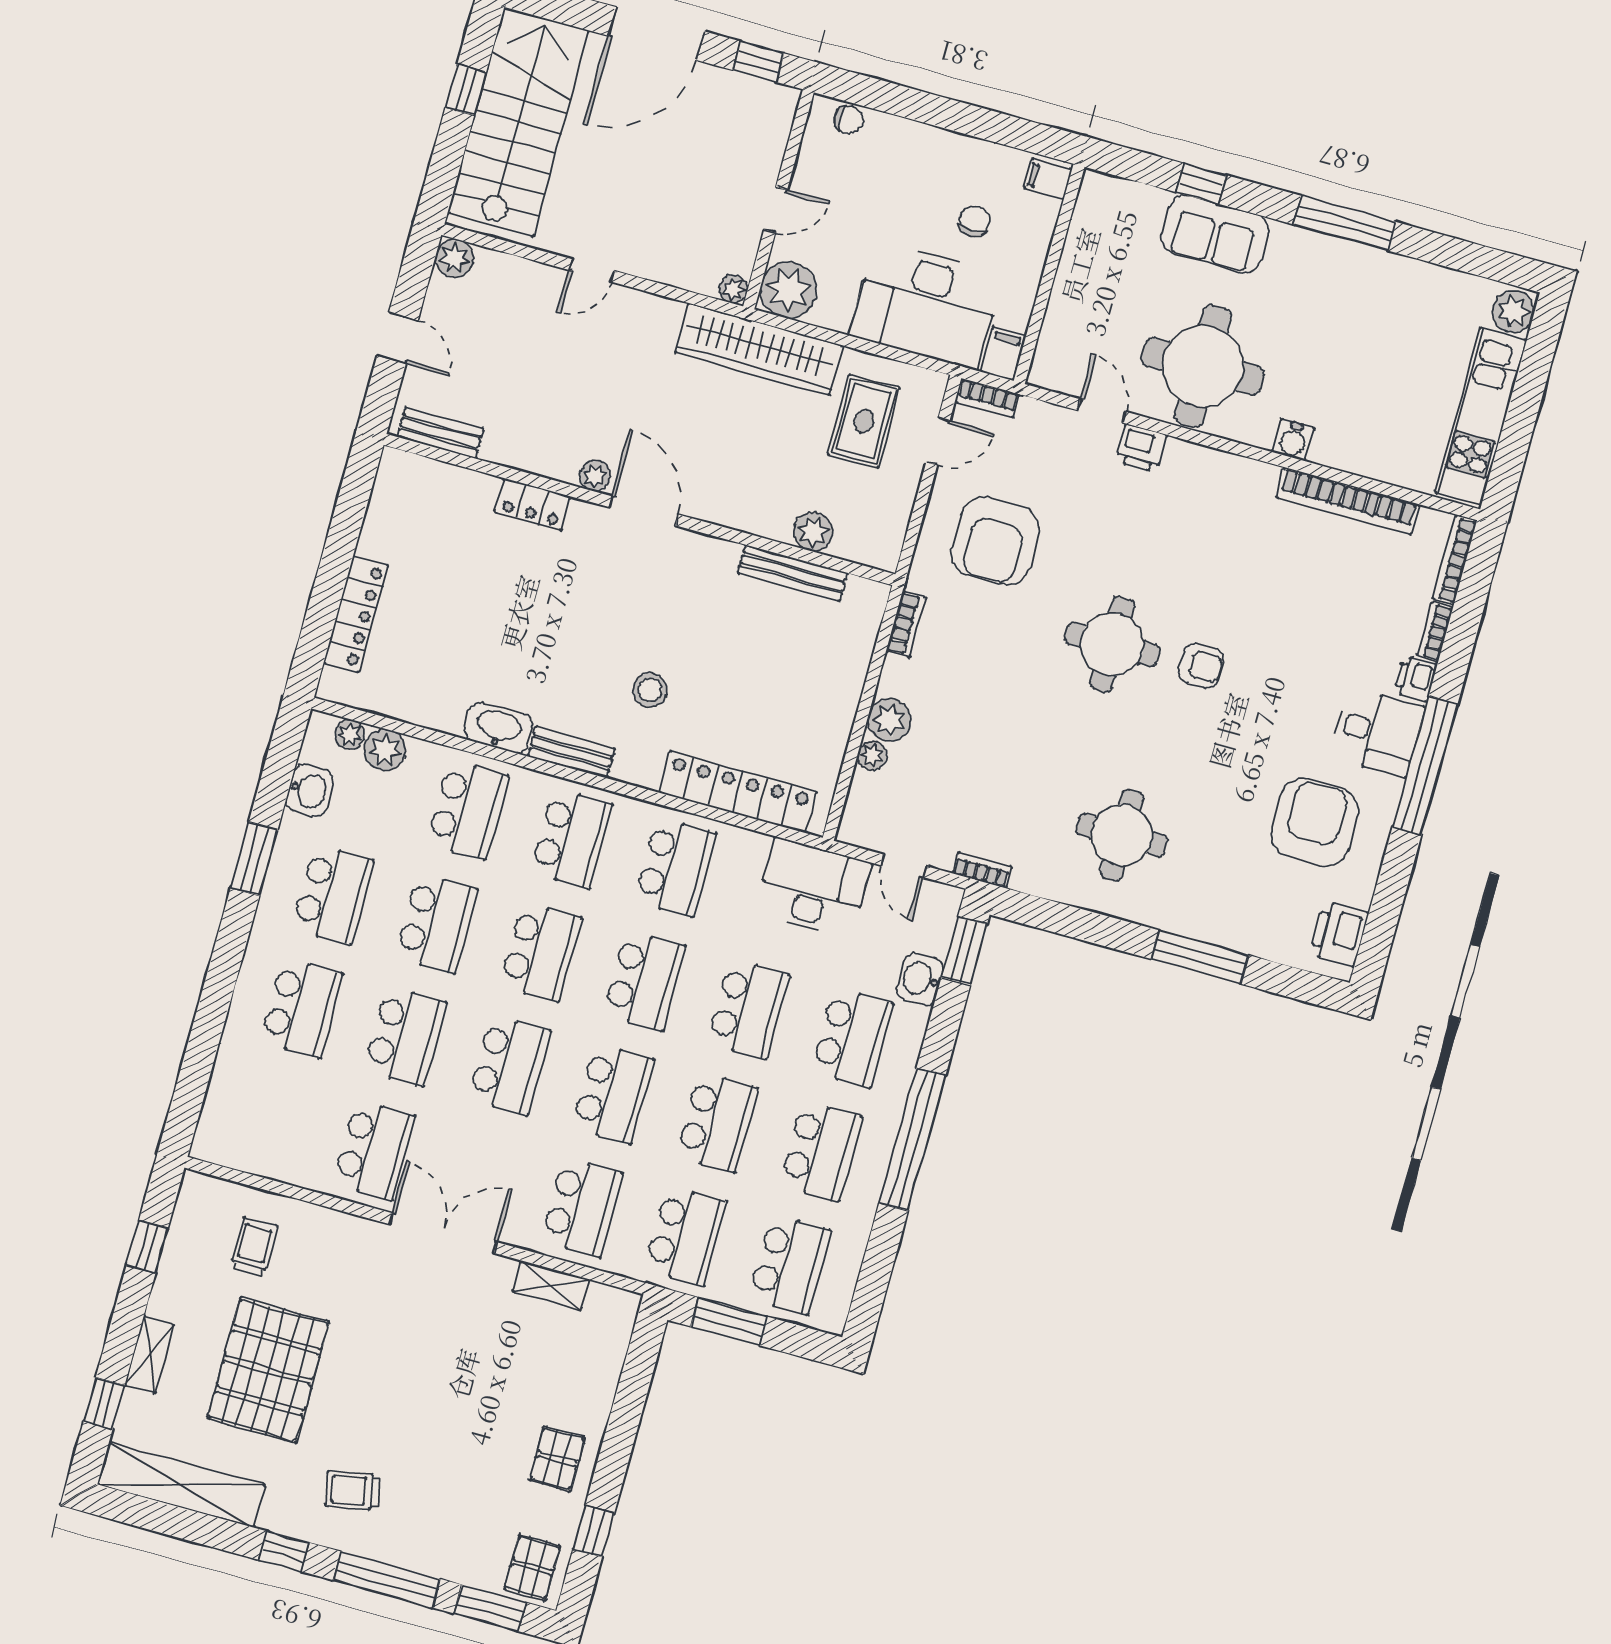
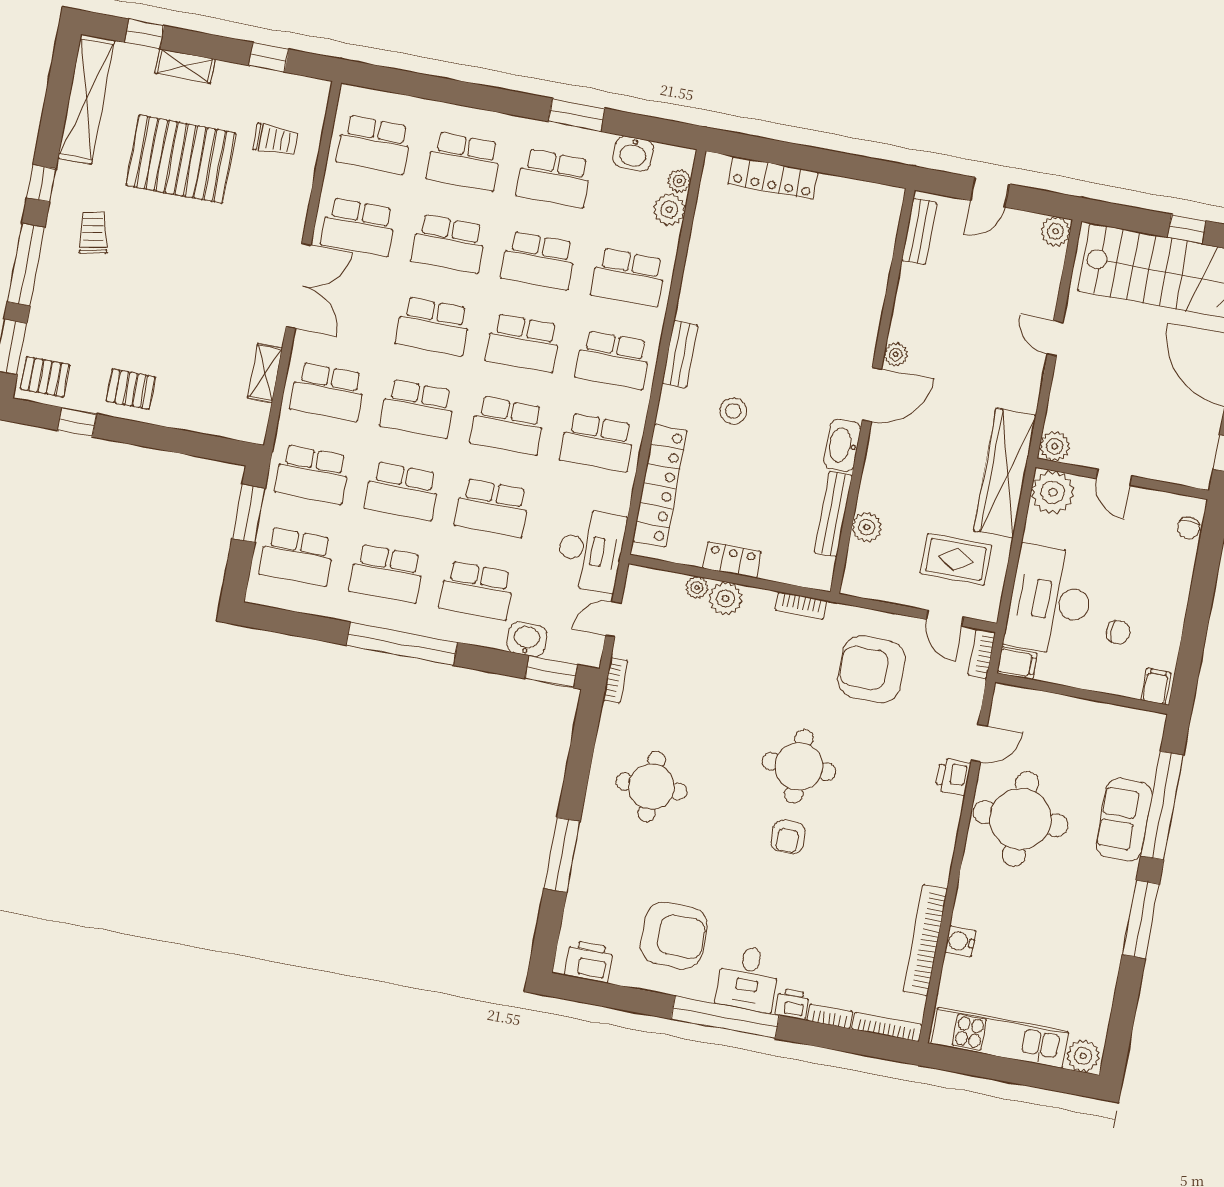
window: (1201, 184) -> (1162, 806), width x3.17
plant: (733, 289) -> (1055, 446), width x1.38, depth x1.38
water cooler: (1293, 440) -> (960, 942), moved
locker: (533, 504) -> (732, 560), moved, turned 90
washbasin: (498, 728) -> (842, 445), moved, turned 180
school desk: (270, 1121) -> (374, 144), added

